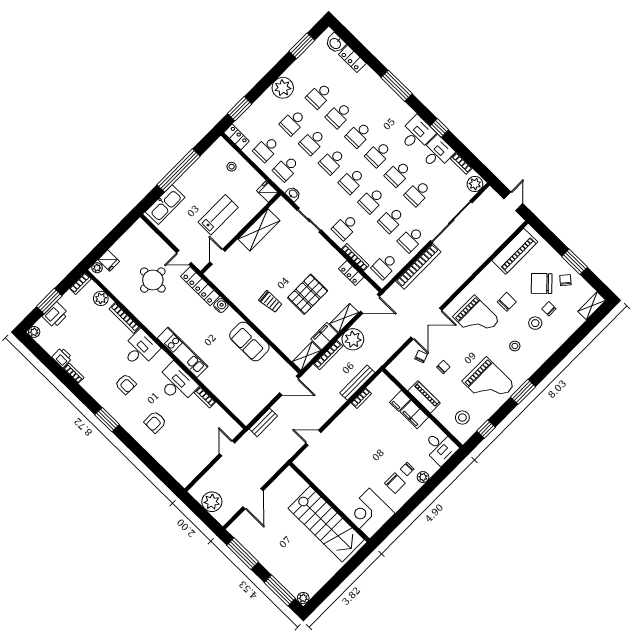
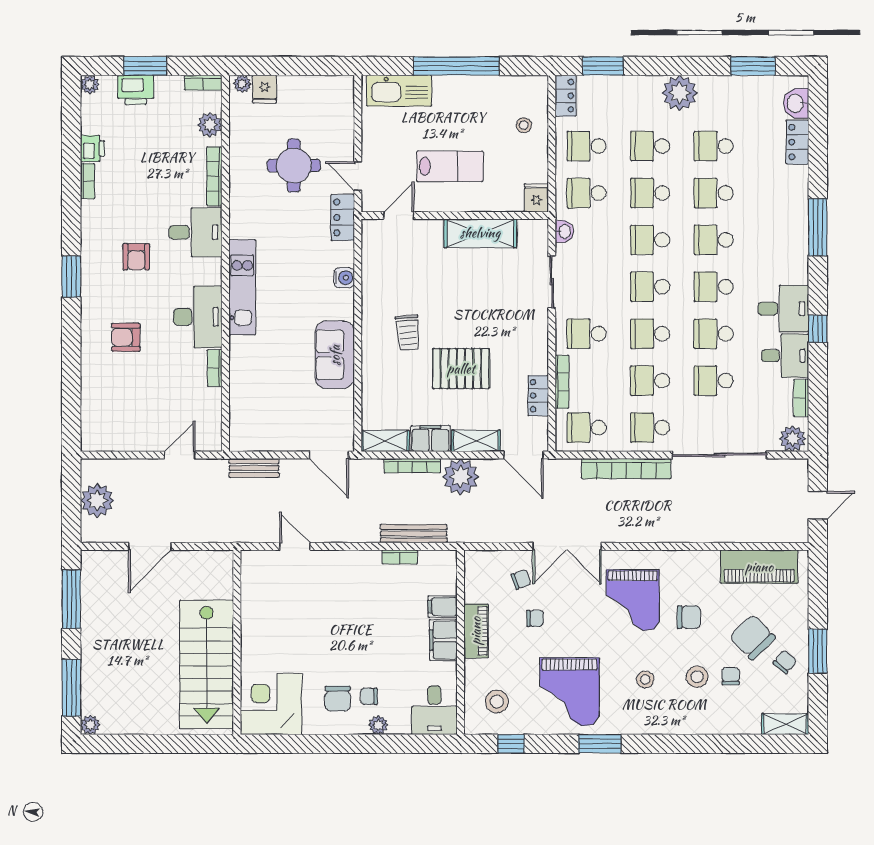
locker: (200, 286) -> (343, 217), width x0.66

